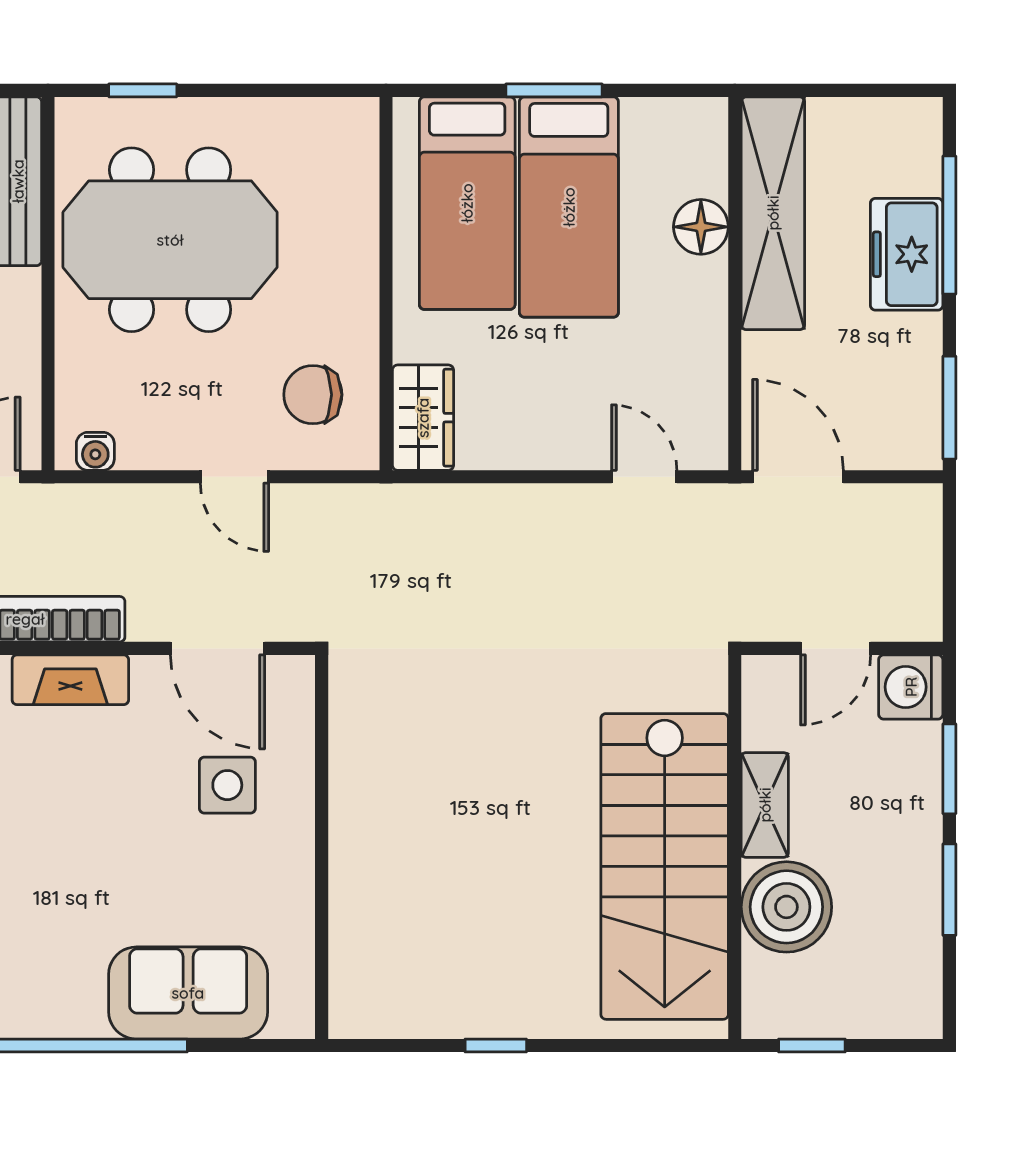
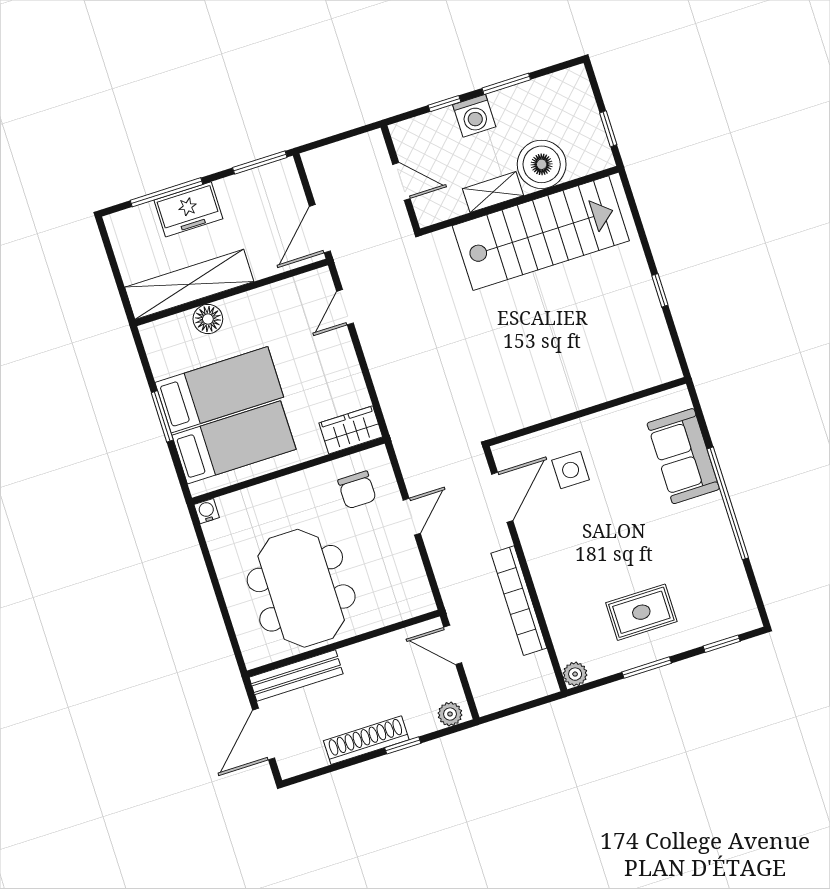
window: (143, 90) -> (229, 627), removed
water cooler: (95, 451) -> (207, 511), moved, turned -90
fireplace: (70, 680) -> (542, 567), removed
washing machine: (911, 687) -> (474, 116), moved
window: (949, 769) -> (444, 104), width x0.67

